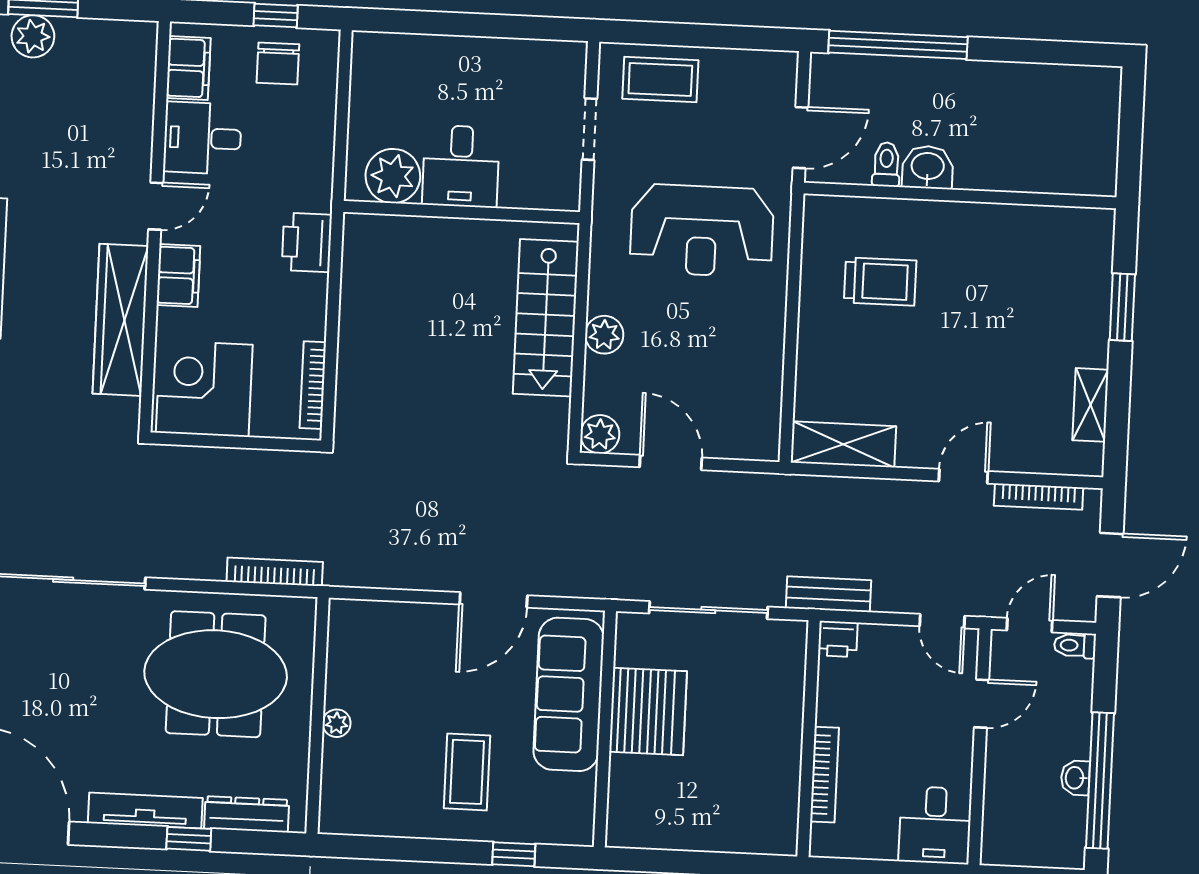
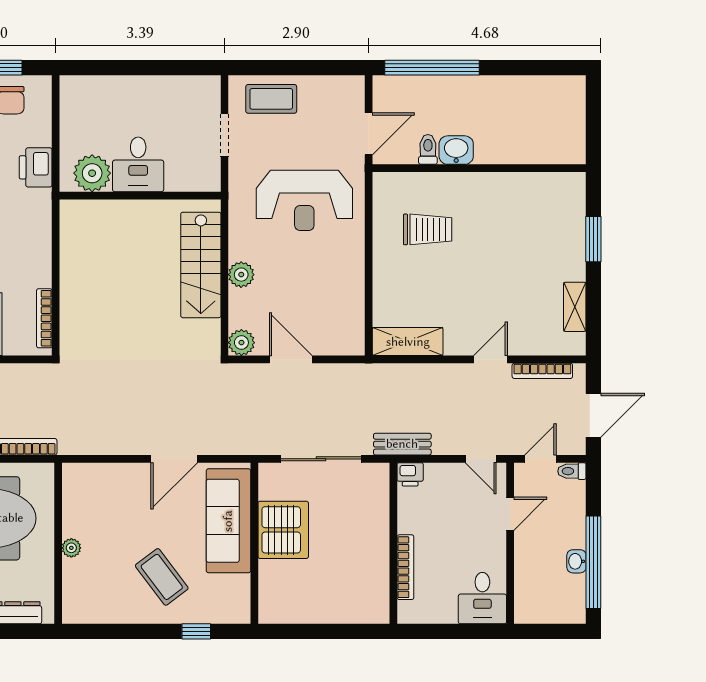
printer: (307, 242) -> (36, 167), moved
coffee table: (467, 772) -> (162, 577), turned -37

